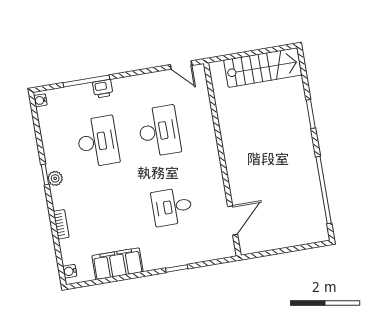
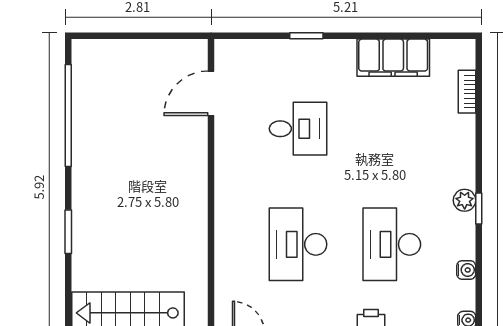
bookcase: (61, 224) -> (467, 92), moved
water cooler: (70, 271) -> (466, 270), moved

